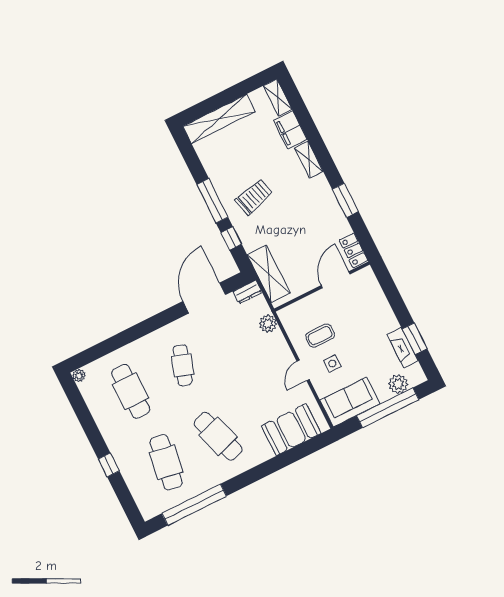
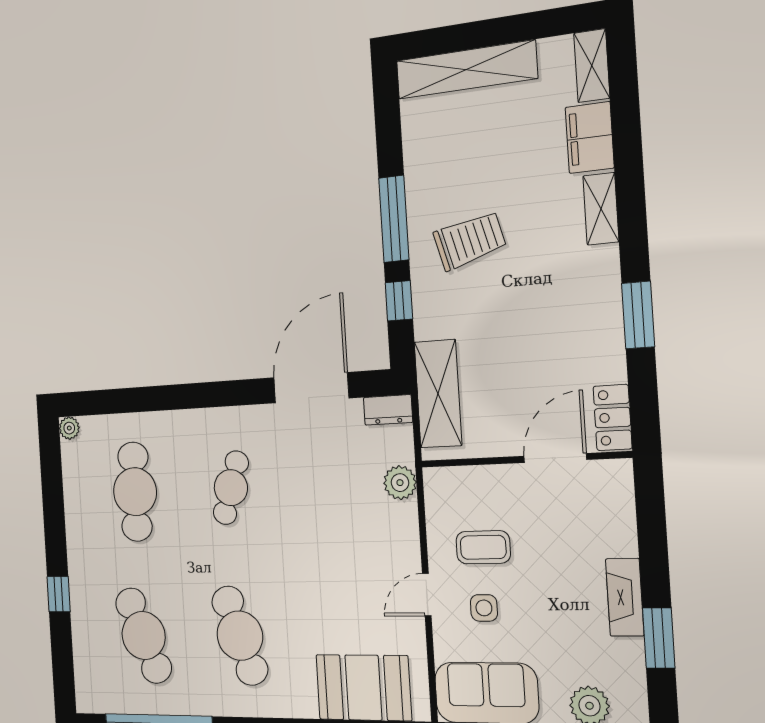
fireplace: (403, 348) -> (625, 597), moved
cafe table: (166, 462) -> (144, 636), turned -30

